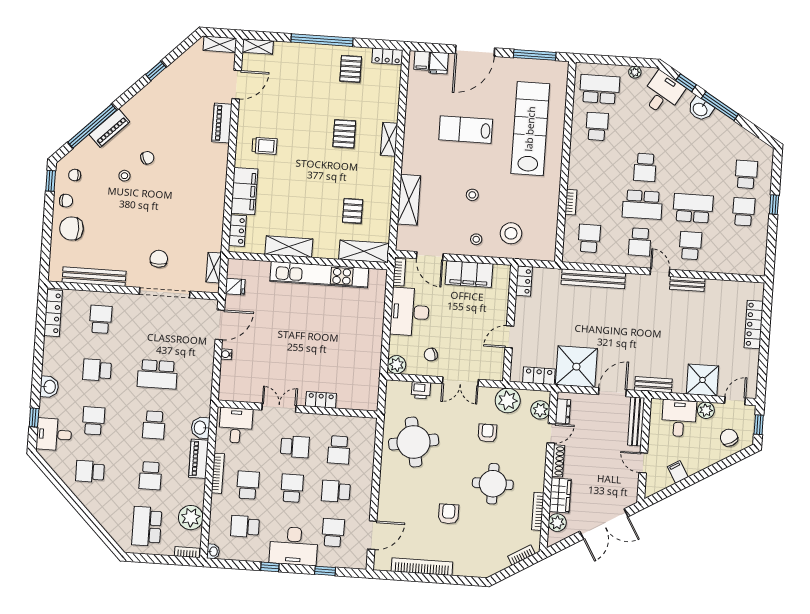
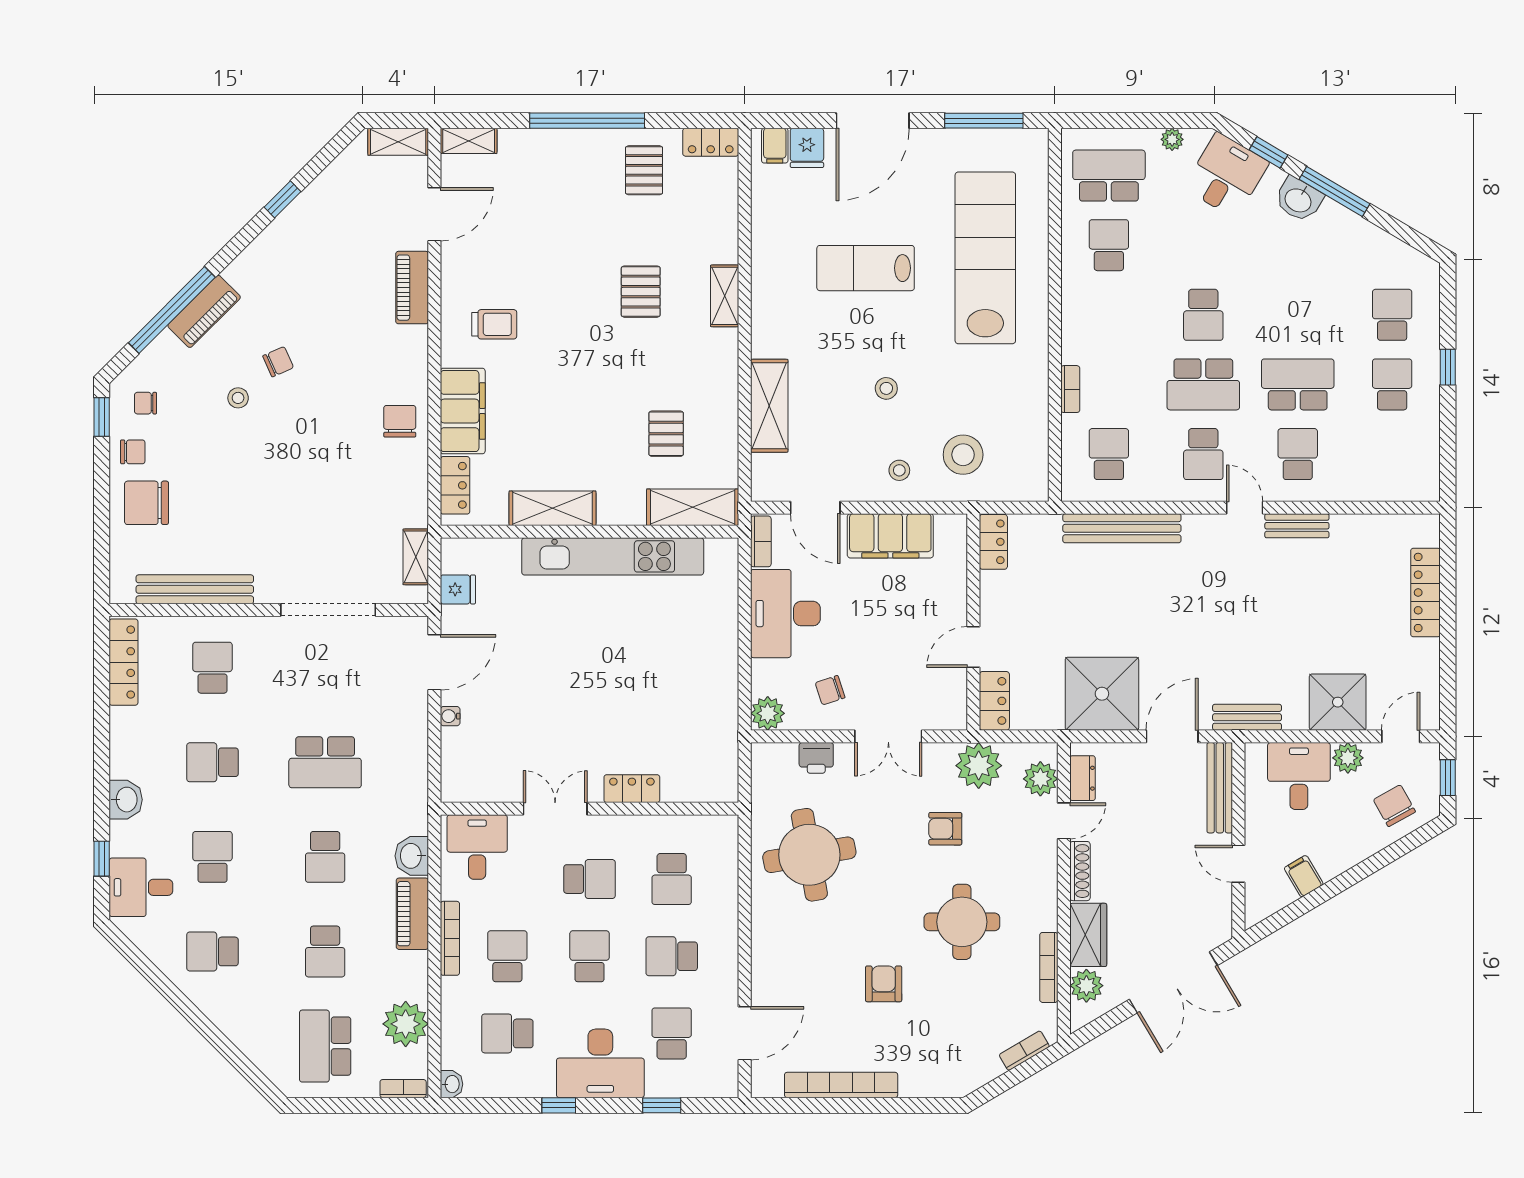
chair: (159, 259) -> (400, 421), moved
locker: (539, 376) -> (994, 701), moved, turned 90
armchair: (487, 433) -> (945, 829), turned -90

